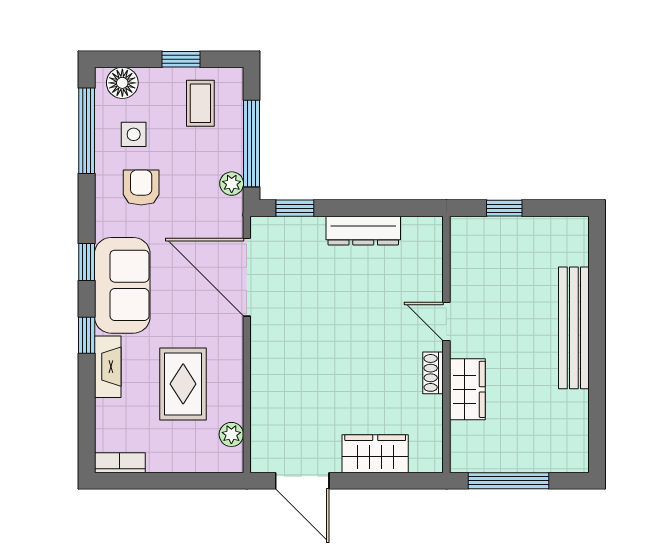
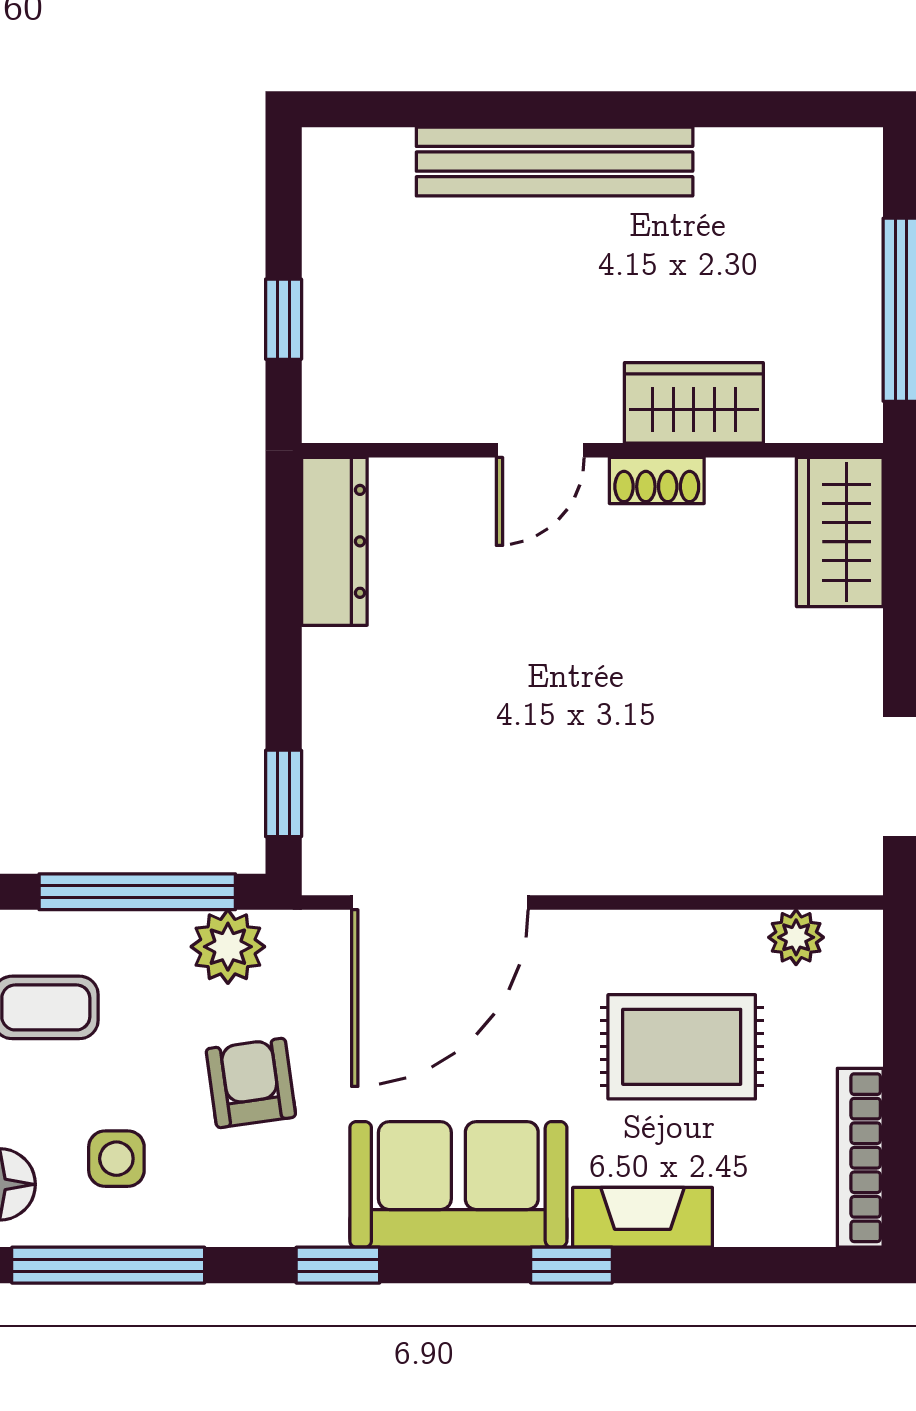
plant: (232, 184) -> (228, 947), width x1.38, depth x1.38
armchair: (141, 188) -> (251, 1083), moved, turned 82
dresser: (363, 231) -> (334, 541), moved
window: (87, 262) -> (338, 1265), moved
wardrobe: (375, 454) -> (840, 532), moved
bookcase: (120, 463) -> (860, 1158), width x1.56

